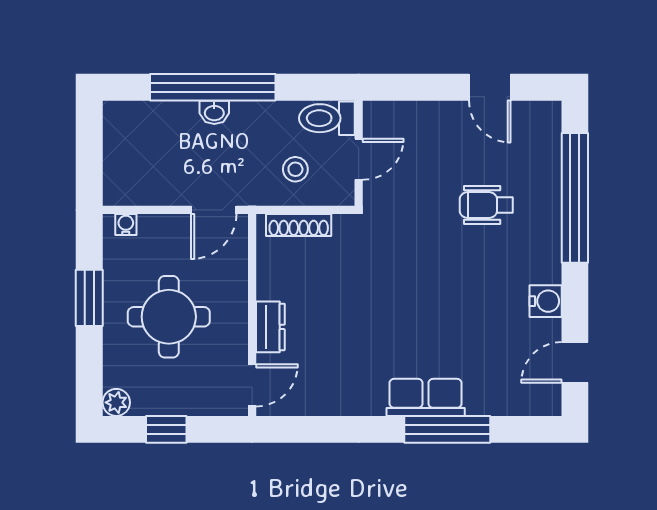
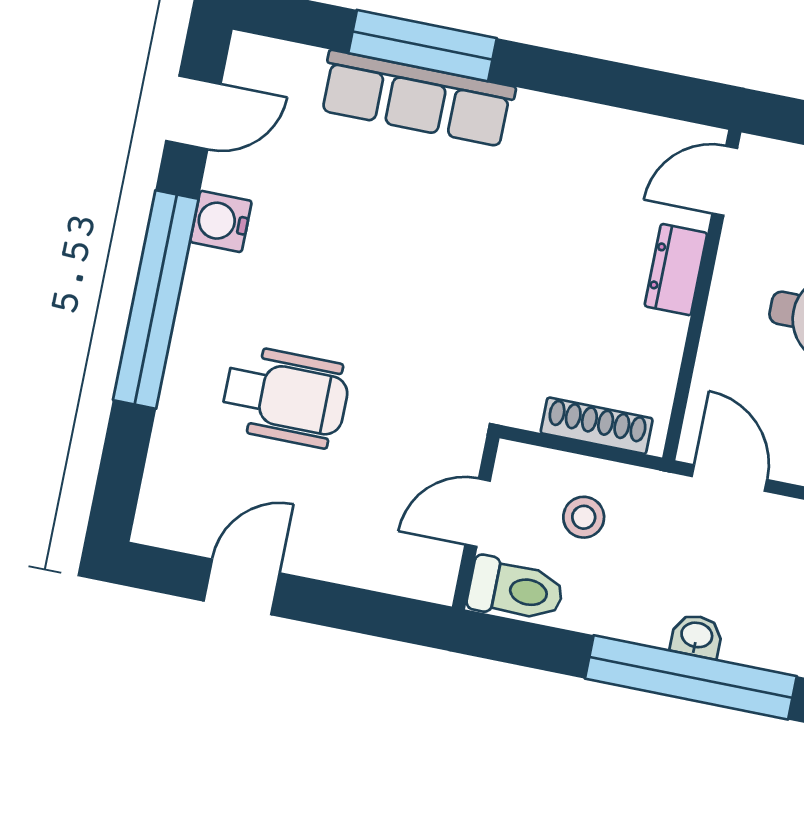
door: (490, 87) -> (242, 587), hinge flipped
window: (575, 198) -> (156, 299), moved
wheelchair: (486, 205) -> (286, 397), width x1.36, depth x1.37
door: (214, 210) -> (729, 478), hinge flipped
row of seats: (426, 397) -> (417, 98), width x1.48

